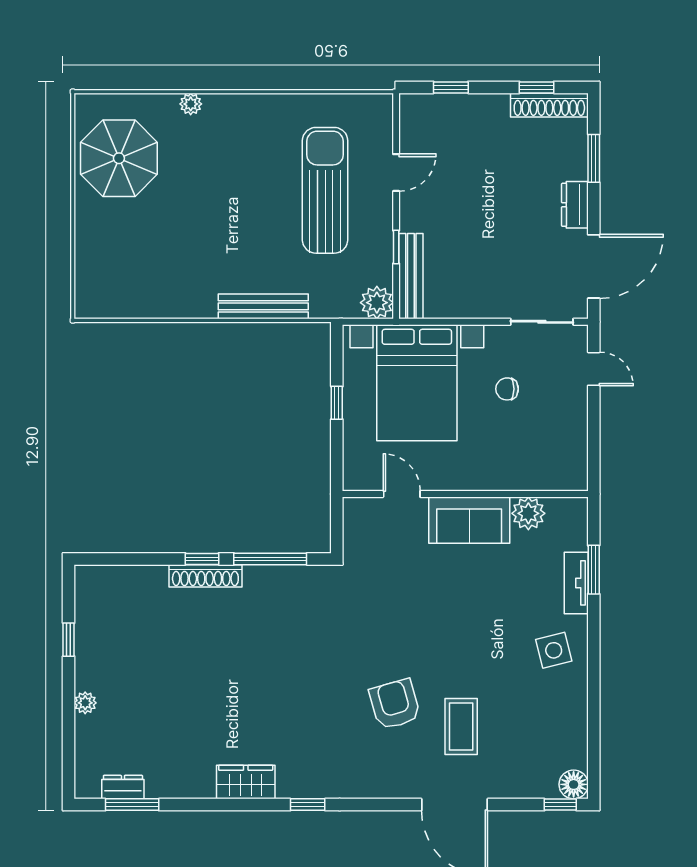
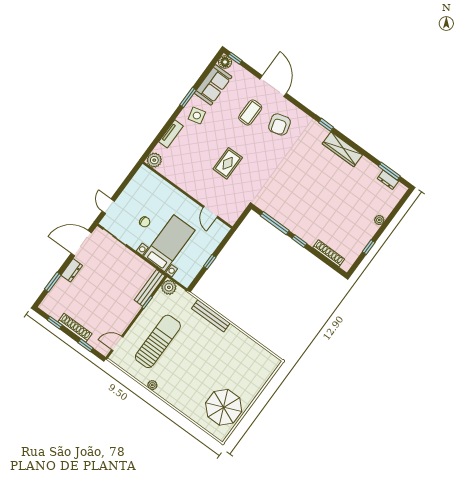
plant: (191, 104) -> (152, 385), moved
shoe rack: (549, 105) -> (75, 328), moved
door: (396, 173) -> (117, 343), moved
sun lounger: (325, 190) -> (158, 341), turned 180
bed with nightstands: (417, 383) -> (169, 243), width x0.73
plant: (528, 513) -> (154, 160), moved
sofa: (469, 520) -> (213, 85), moved, turned 90
window: (594, 570) -> (188, 97), moved
shoe rack: (205, 576) -> (329, 253), moved
rug: (435, 605) -> (228, 163), added
armchair: (395, 704) -> (279, 124), moved
wardrobe: (246, 782) -> (342, 149), width x1.50

